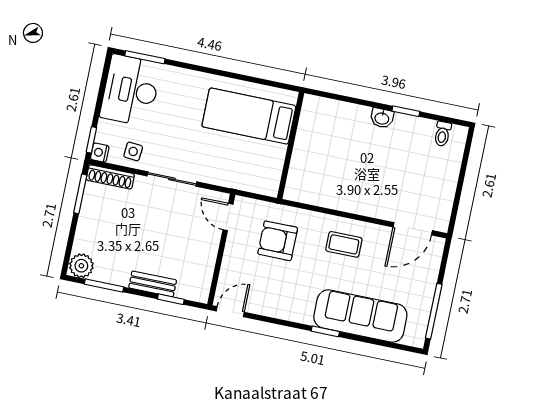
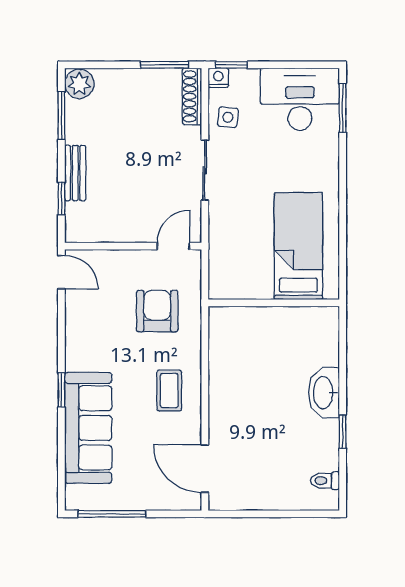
washbasin: (382, 118) -> (324, 393), width x1.91, depth x1.45

